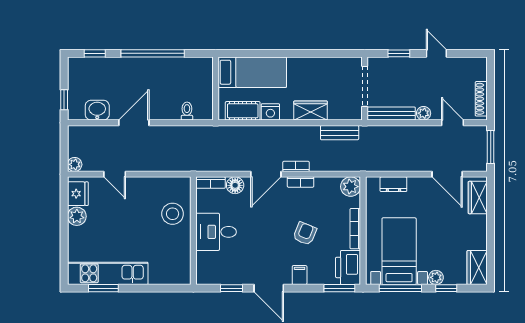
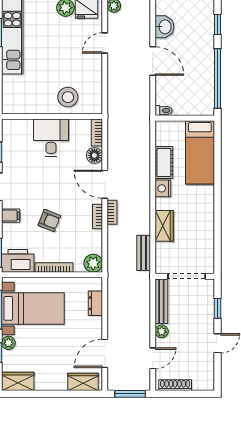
bed: (252, 72) -> (200, 152), moved
wall: (216, 89) -> (185, 118), moved

